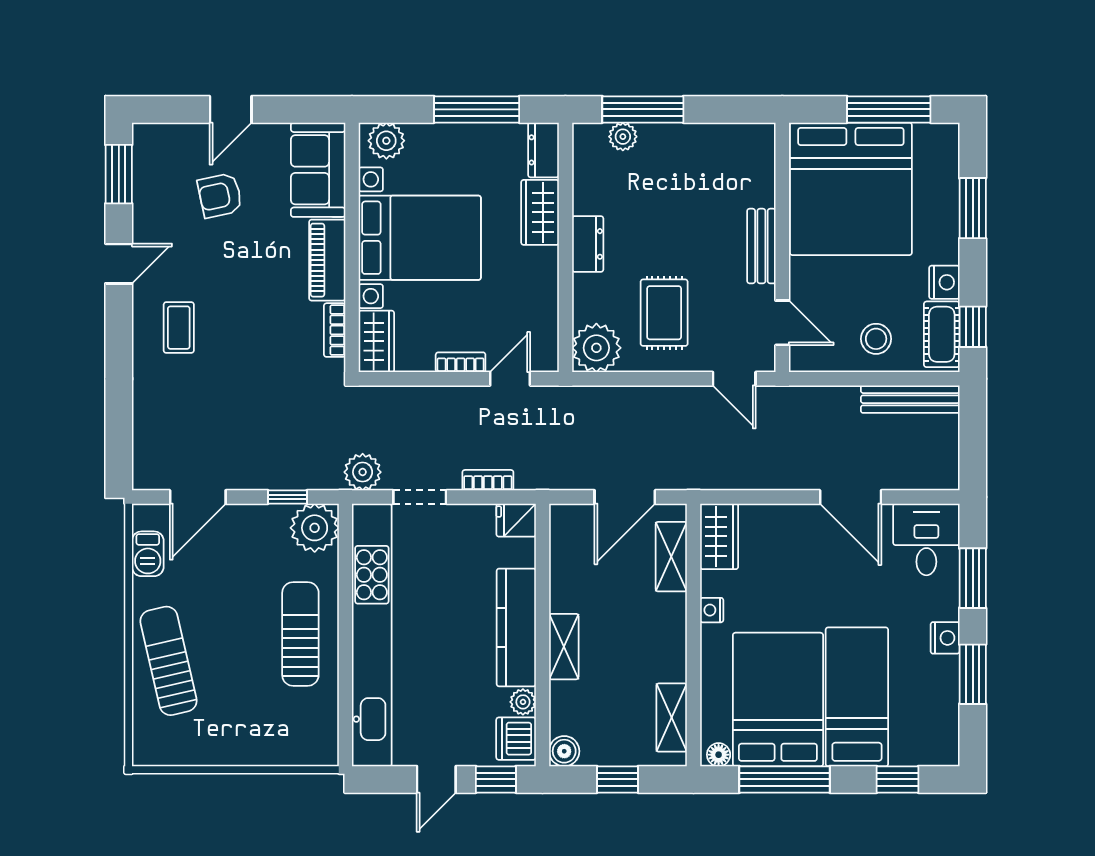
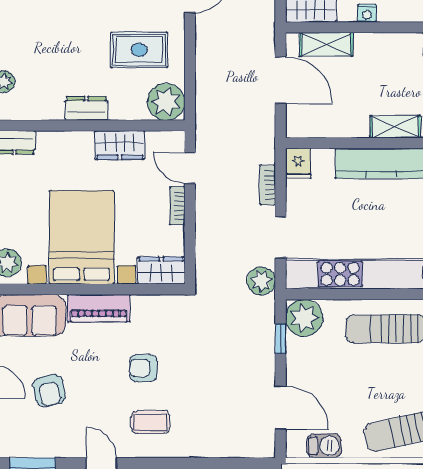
wardrobe: (540, 212) -> (120, 145), moved
armchair: (249, 318) -> (143, 368), added
bookcase: (335, 330) -> (152, 303), removed

